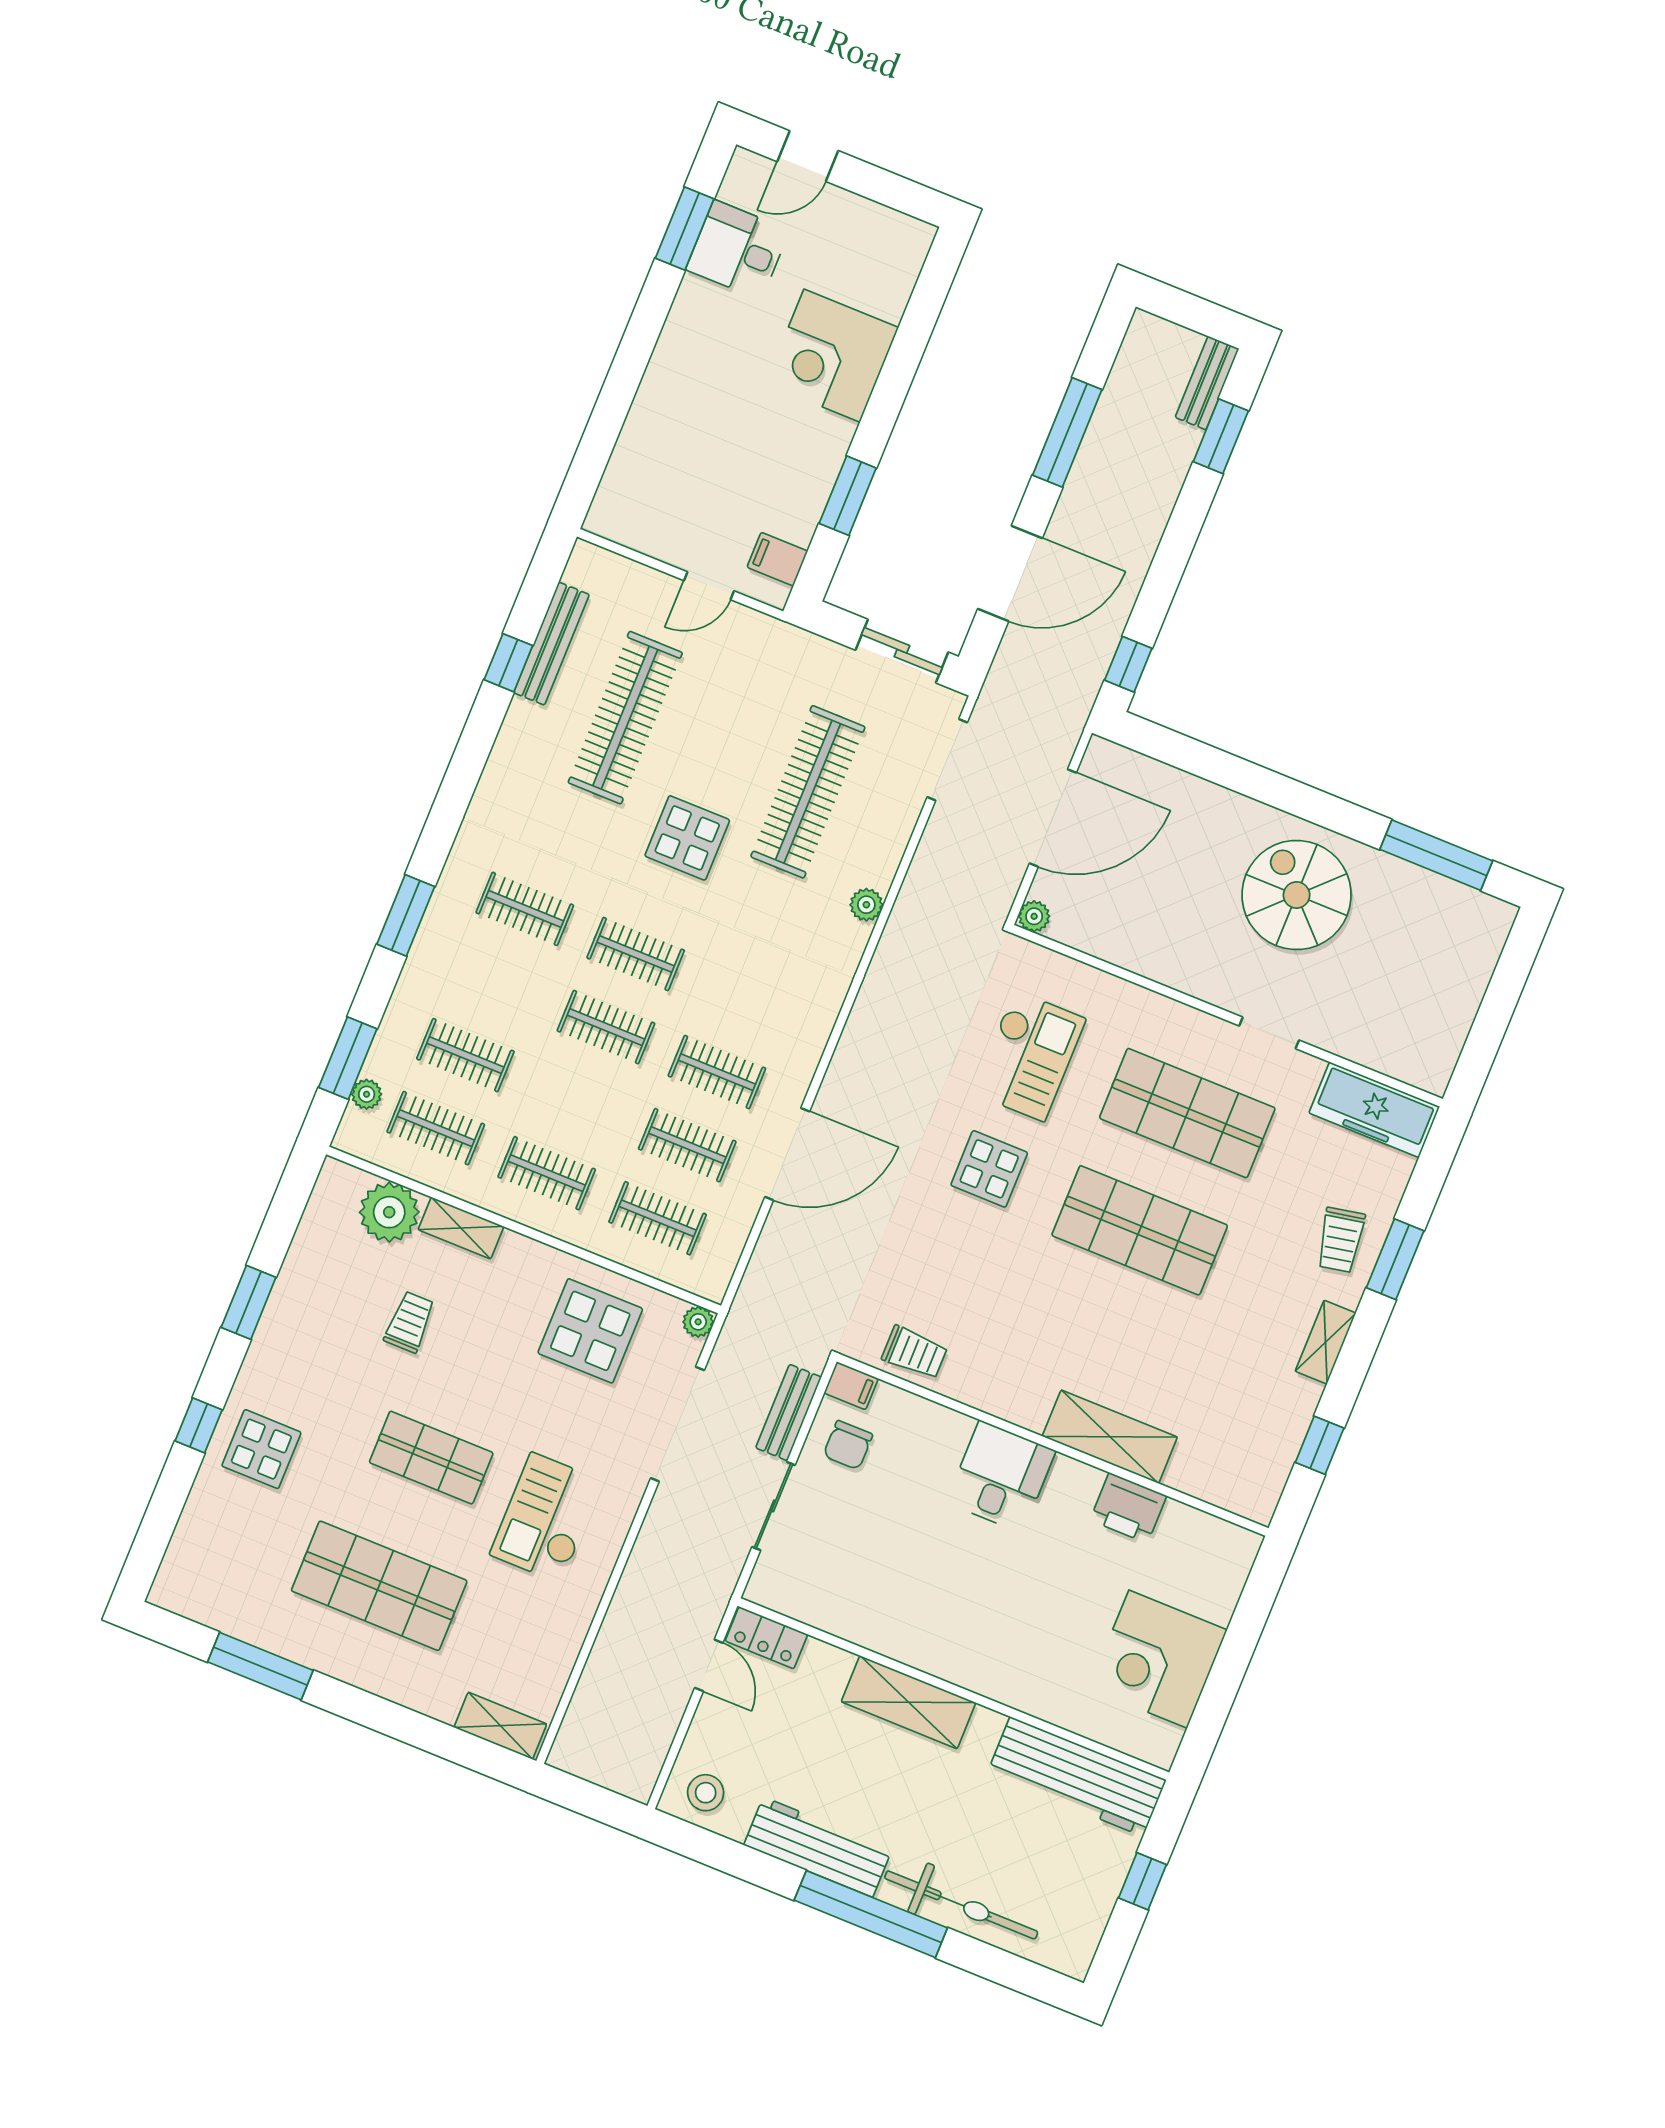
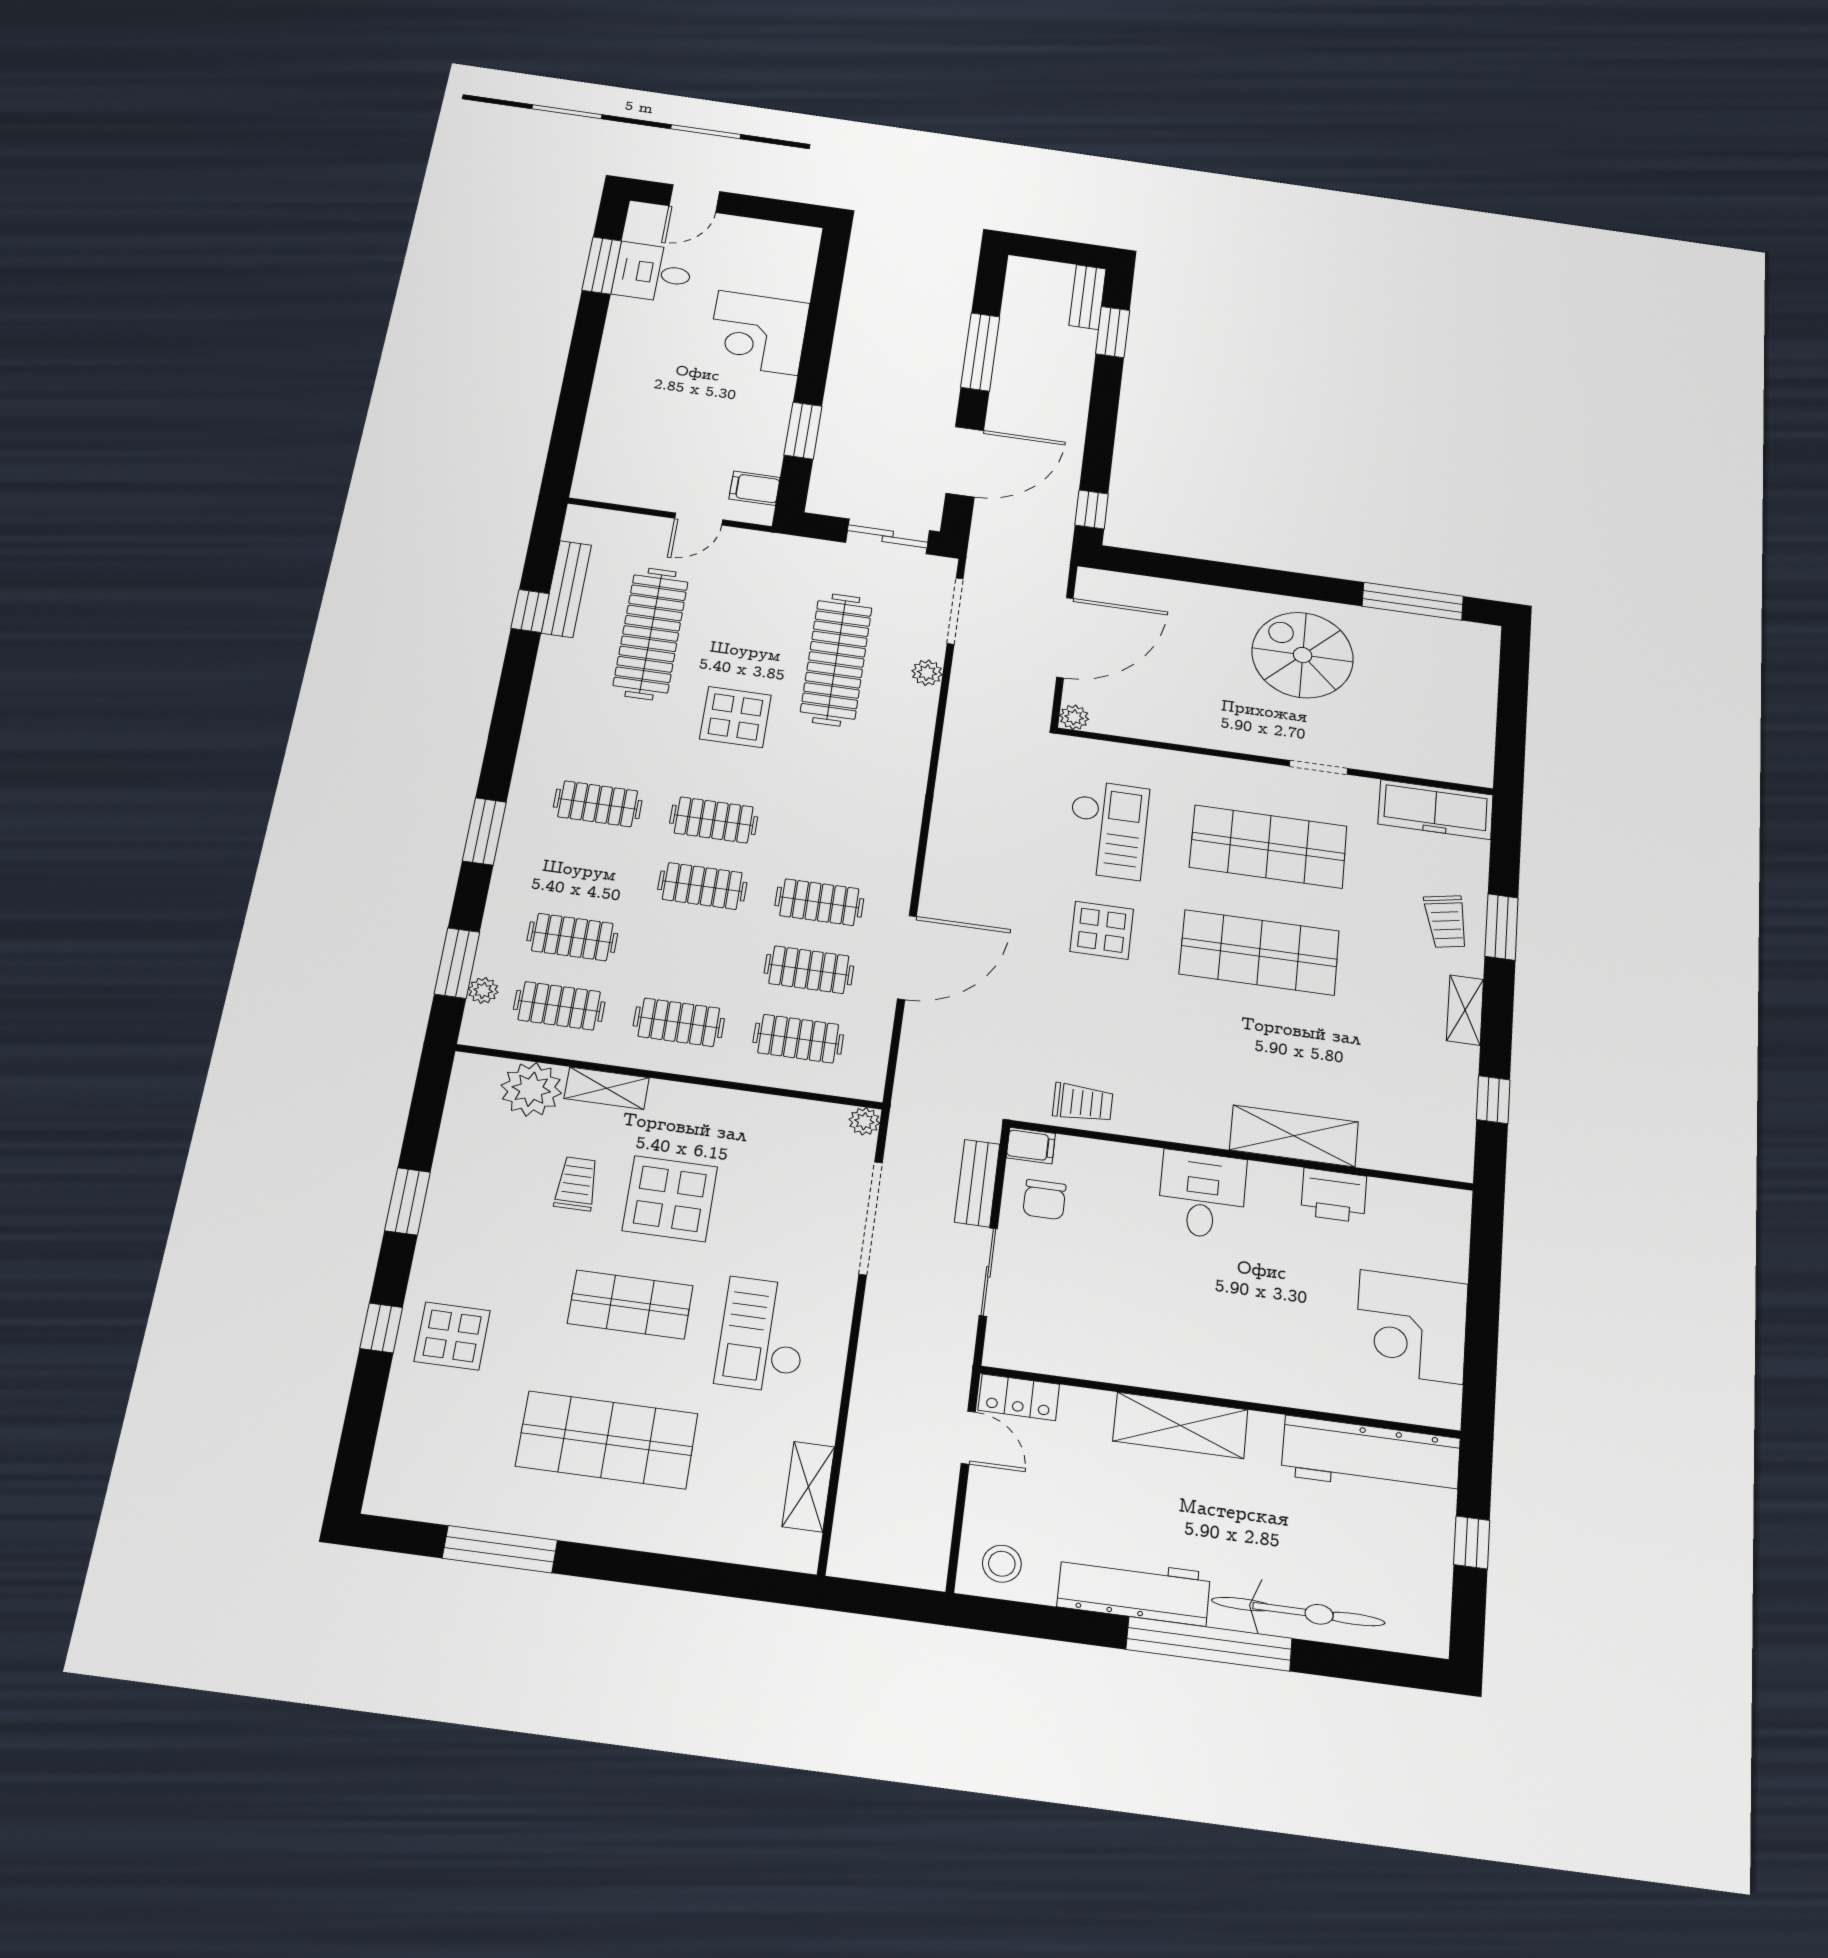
plant: (866, 905) -> (927, 673), moved
display table: (590, 1331) -> (670, 1199), moved
shelving: (500, 1726) -> (808, 1487), moved, turned 90

